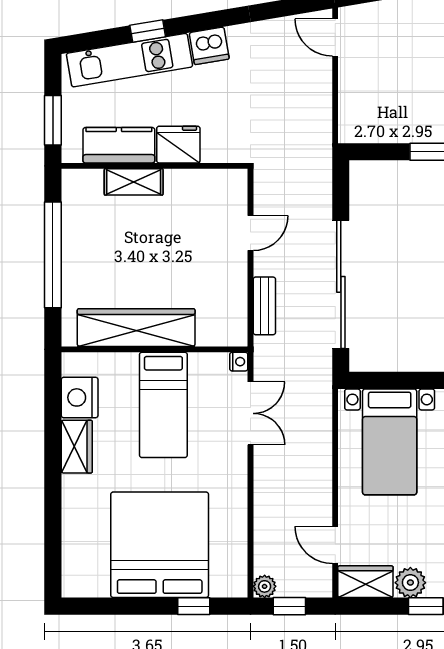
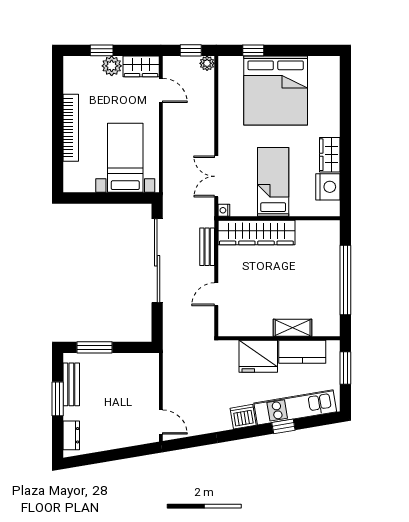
fridge: (178, 145) -> (258, 356), width x1.36, depth x1.34
wardrobe: (136, 328) -> (256, 233), moved

